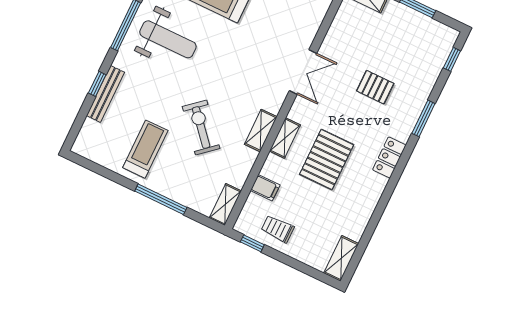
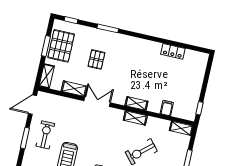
locker: (389, 157) -> (173, 51), moved
pallet: (327, 160) -> (61, 46), moved, turned 90
trolley: (278, 229) -> (188, 96), removed
shelving: (341, 258) -> (74, 89), moved

